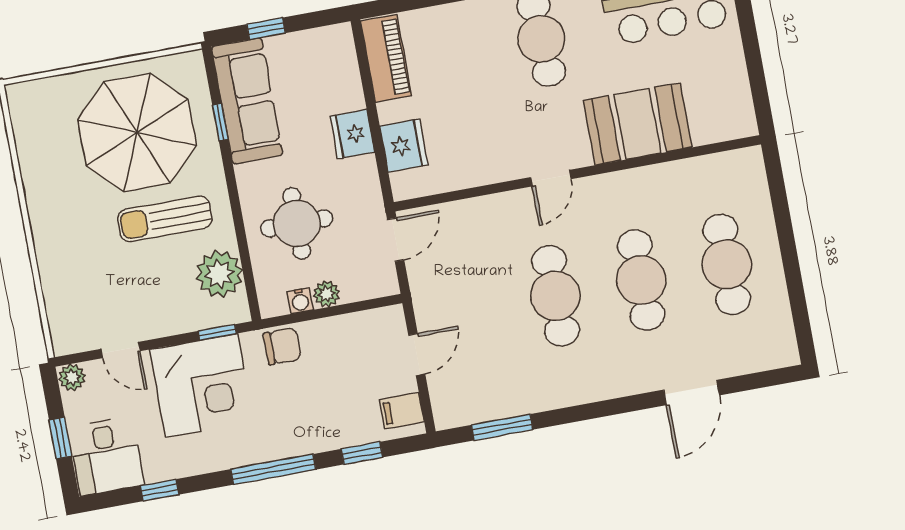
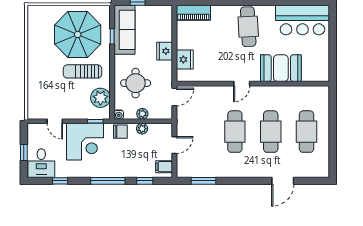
piano: (386, 58) -> (193, 13), moved, turned 90
water cooler: (300, 301) -> (119, 115), moved
plant: (72, 377) -> (142, 129), moved

